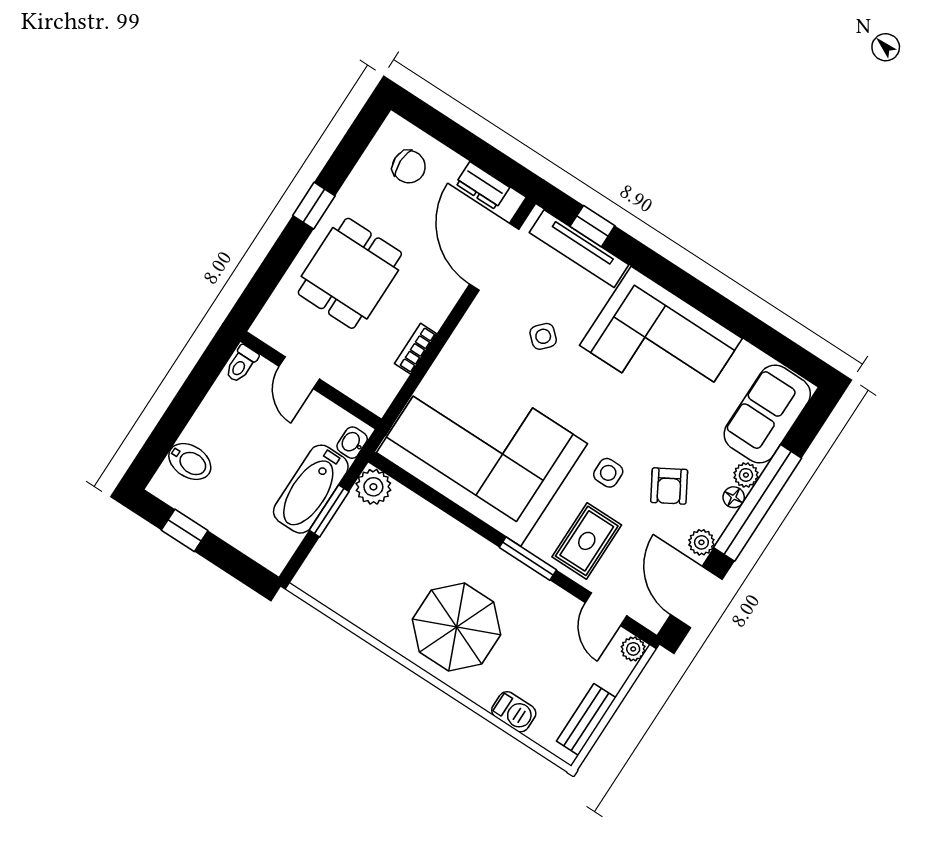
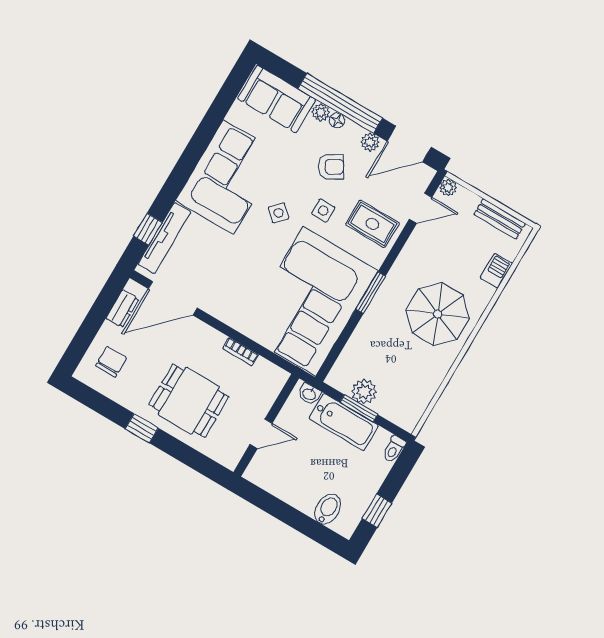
side table: (543, 336) -> (279, 213), moved
toilet: (241, 364) -> (394, 449), moved, turned 90
plant: (373, 487) -> (364, 392), moved
window: (528, 559) -> (371, 293), moved

